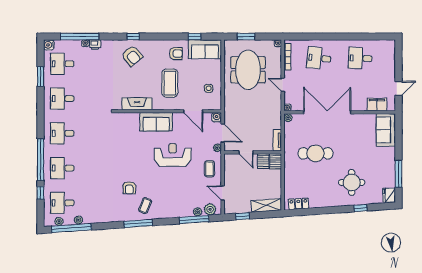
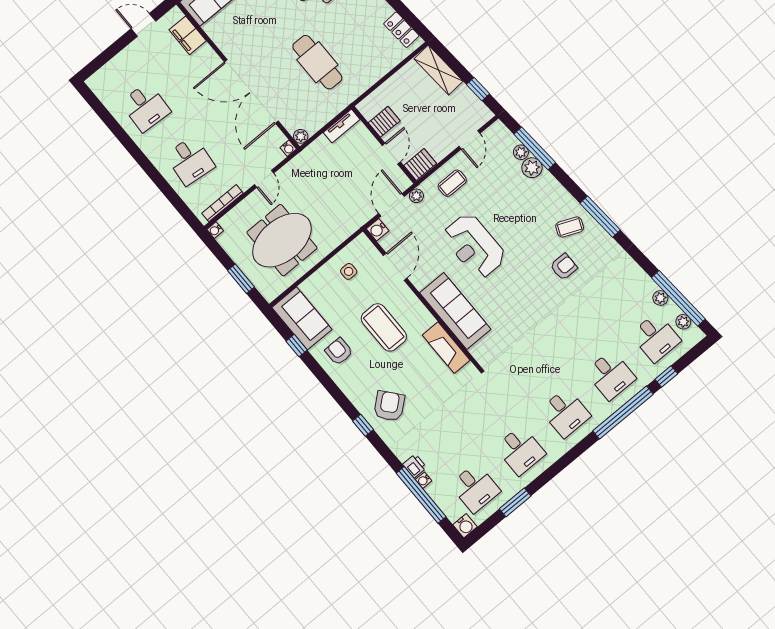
coffee table: (170, 83) -> (384, 327), turned 90
sofa: (156, 122) -> (455, 311), width x1.36
server rack: (276, 161) -> (420, 164), moved
plant: (210, 209) -> (532, 168), moved

